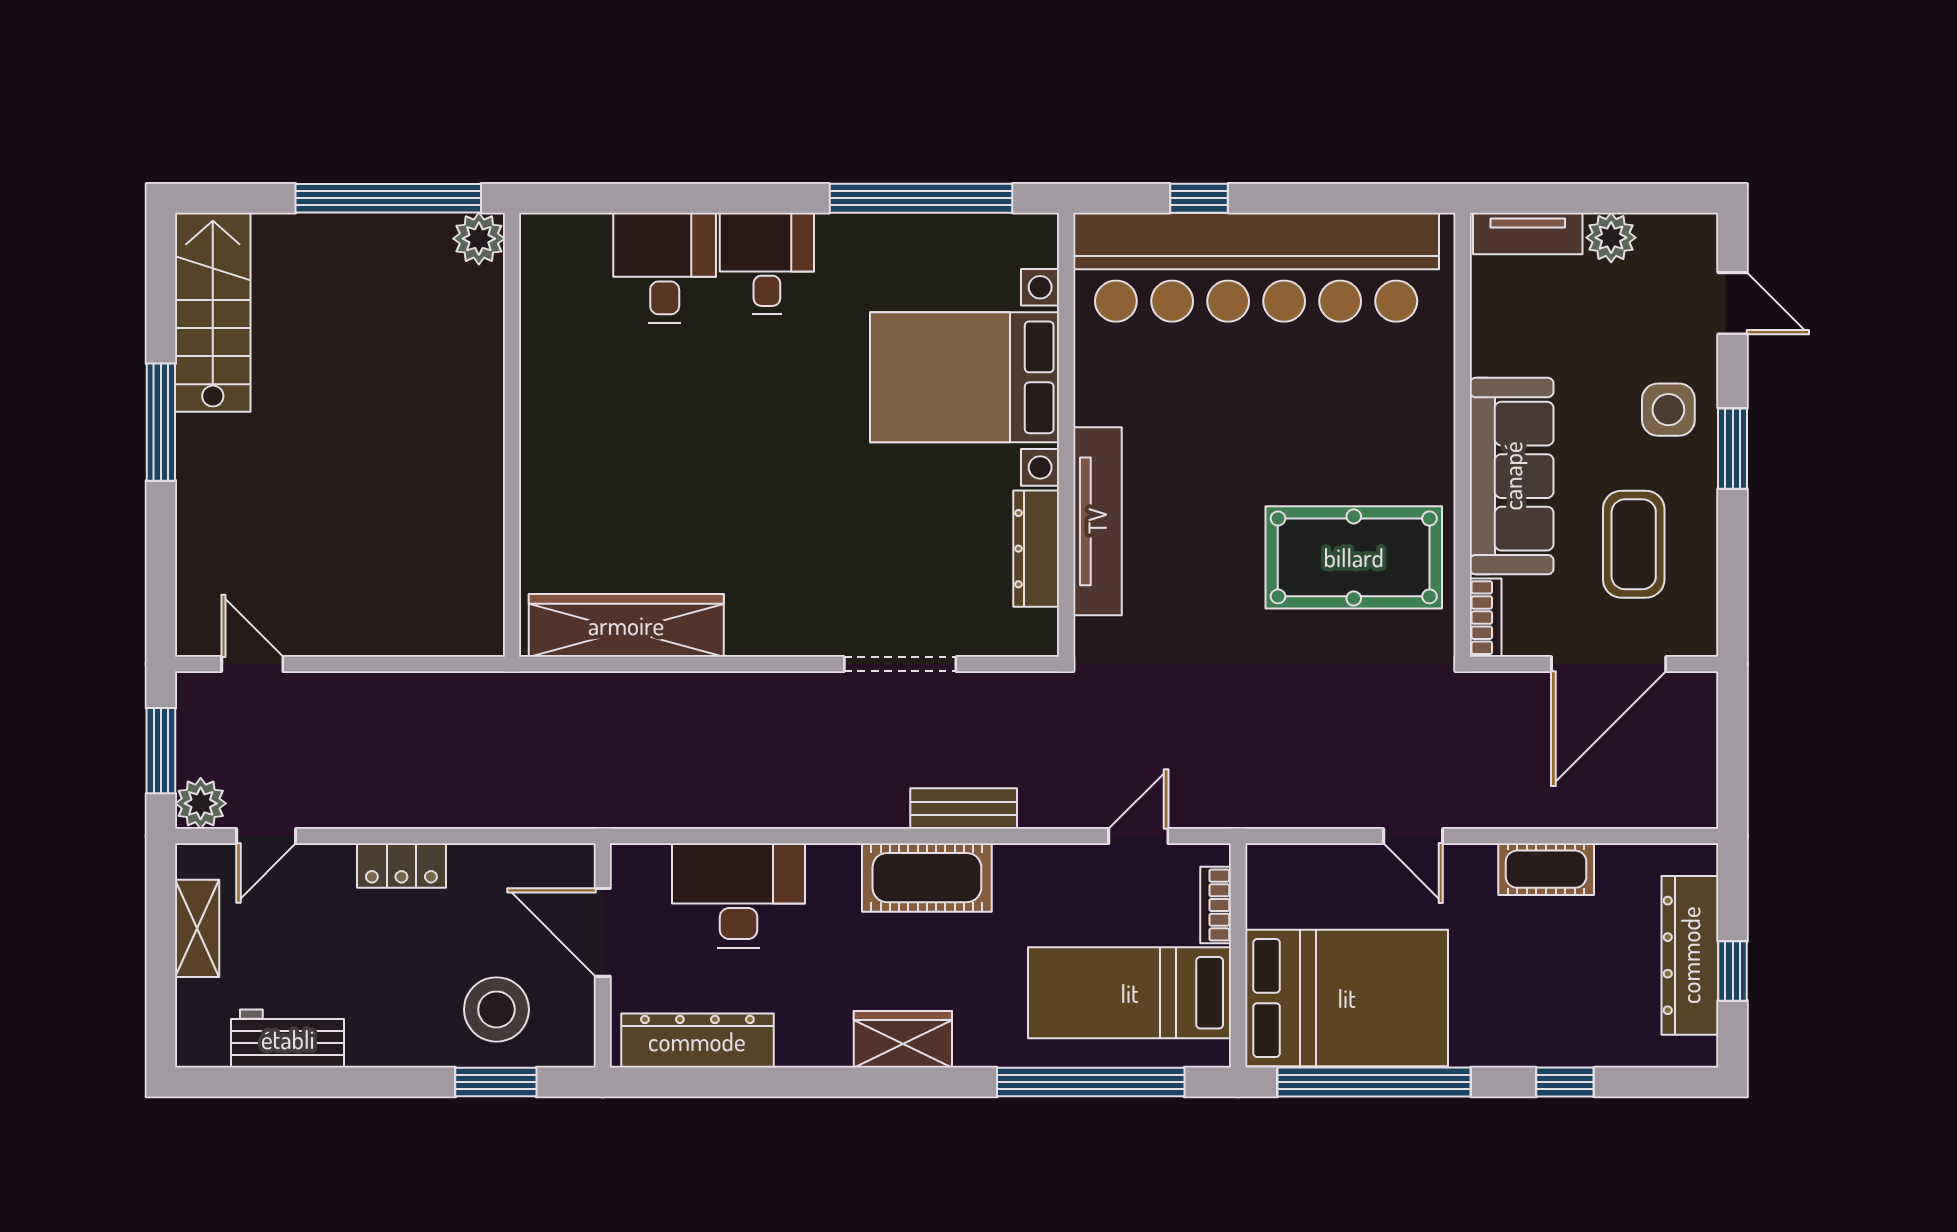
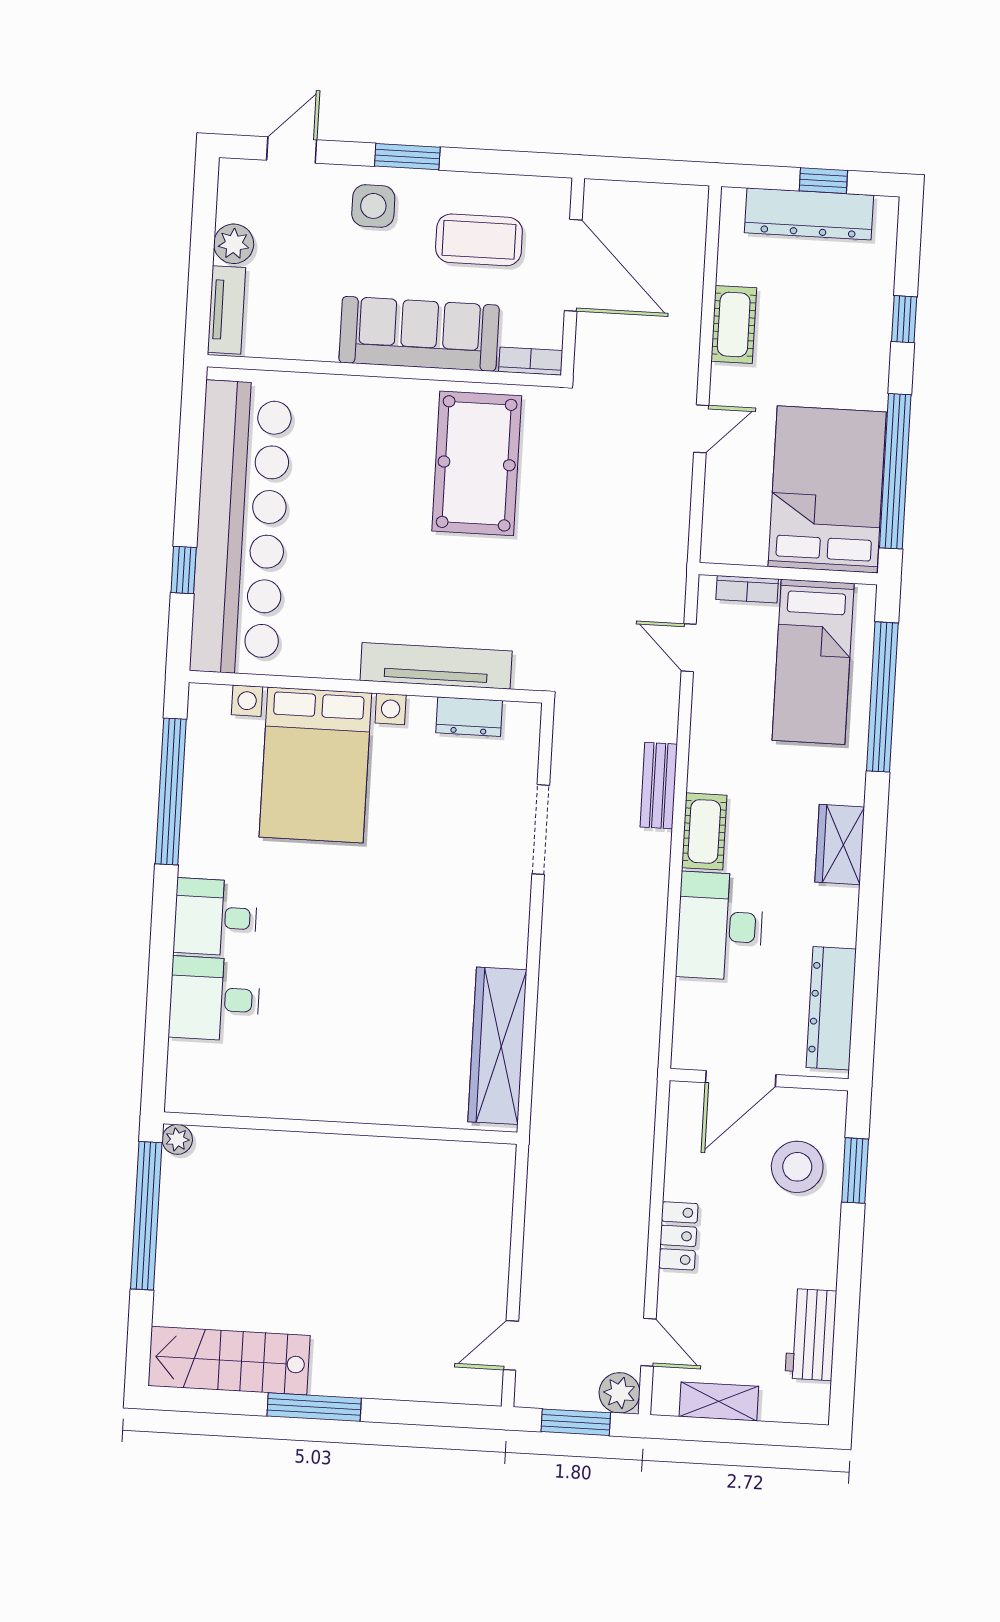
plant: (479, 239) -> (177, 1139), width x0.73, depth x0.73
dresser: (1036, 549) -> (469, 717), width x0.70
cot: (927, 878) -> (704, 831), width x0.73, depth x0.75
desk: (739, 895) -> (720, 926), moved

